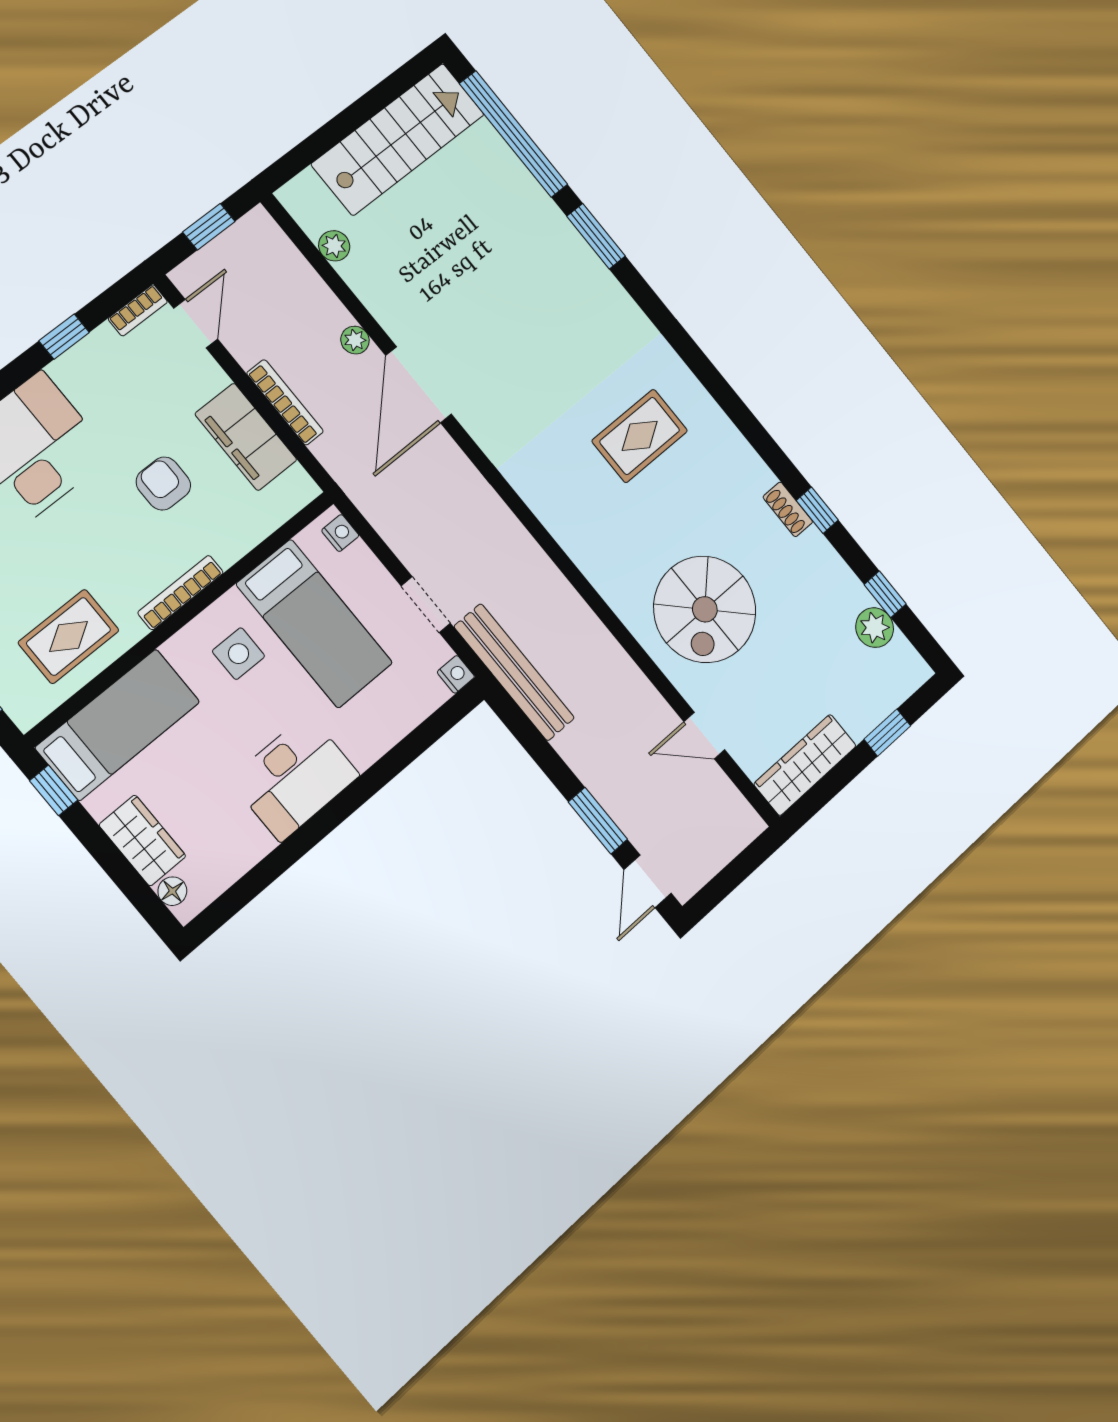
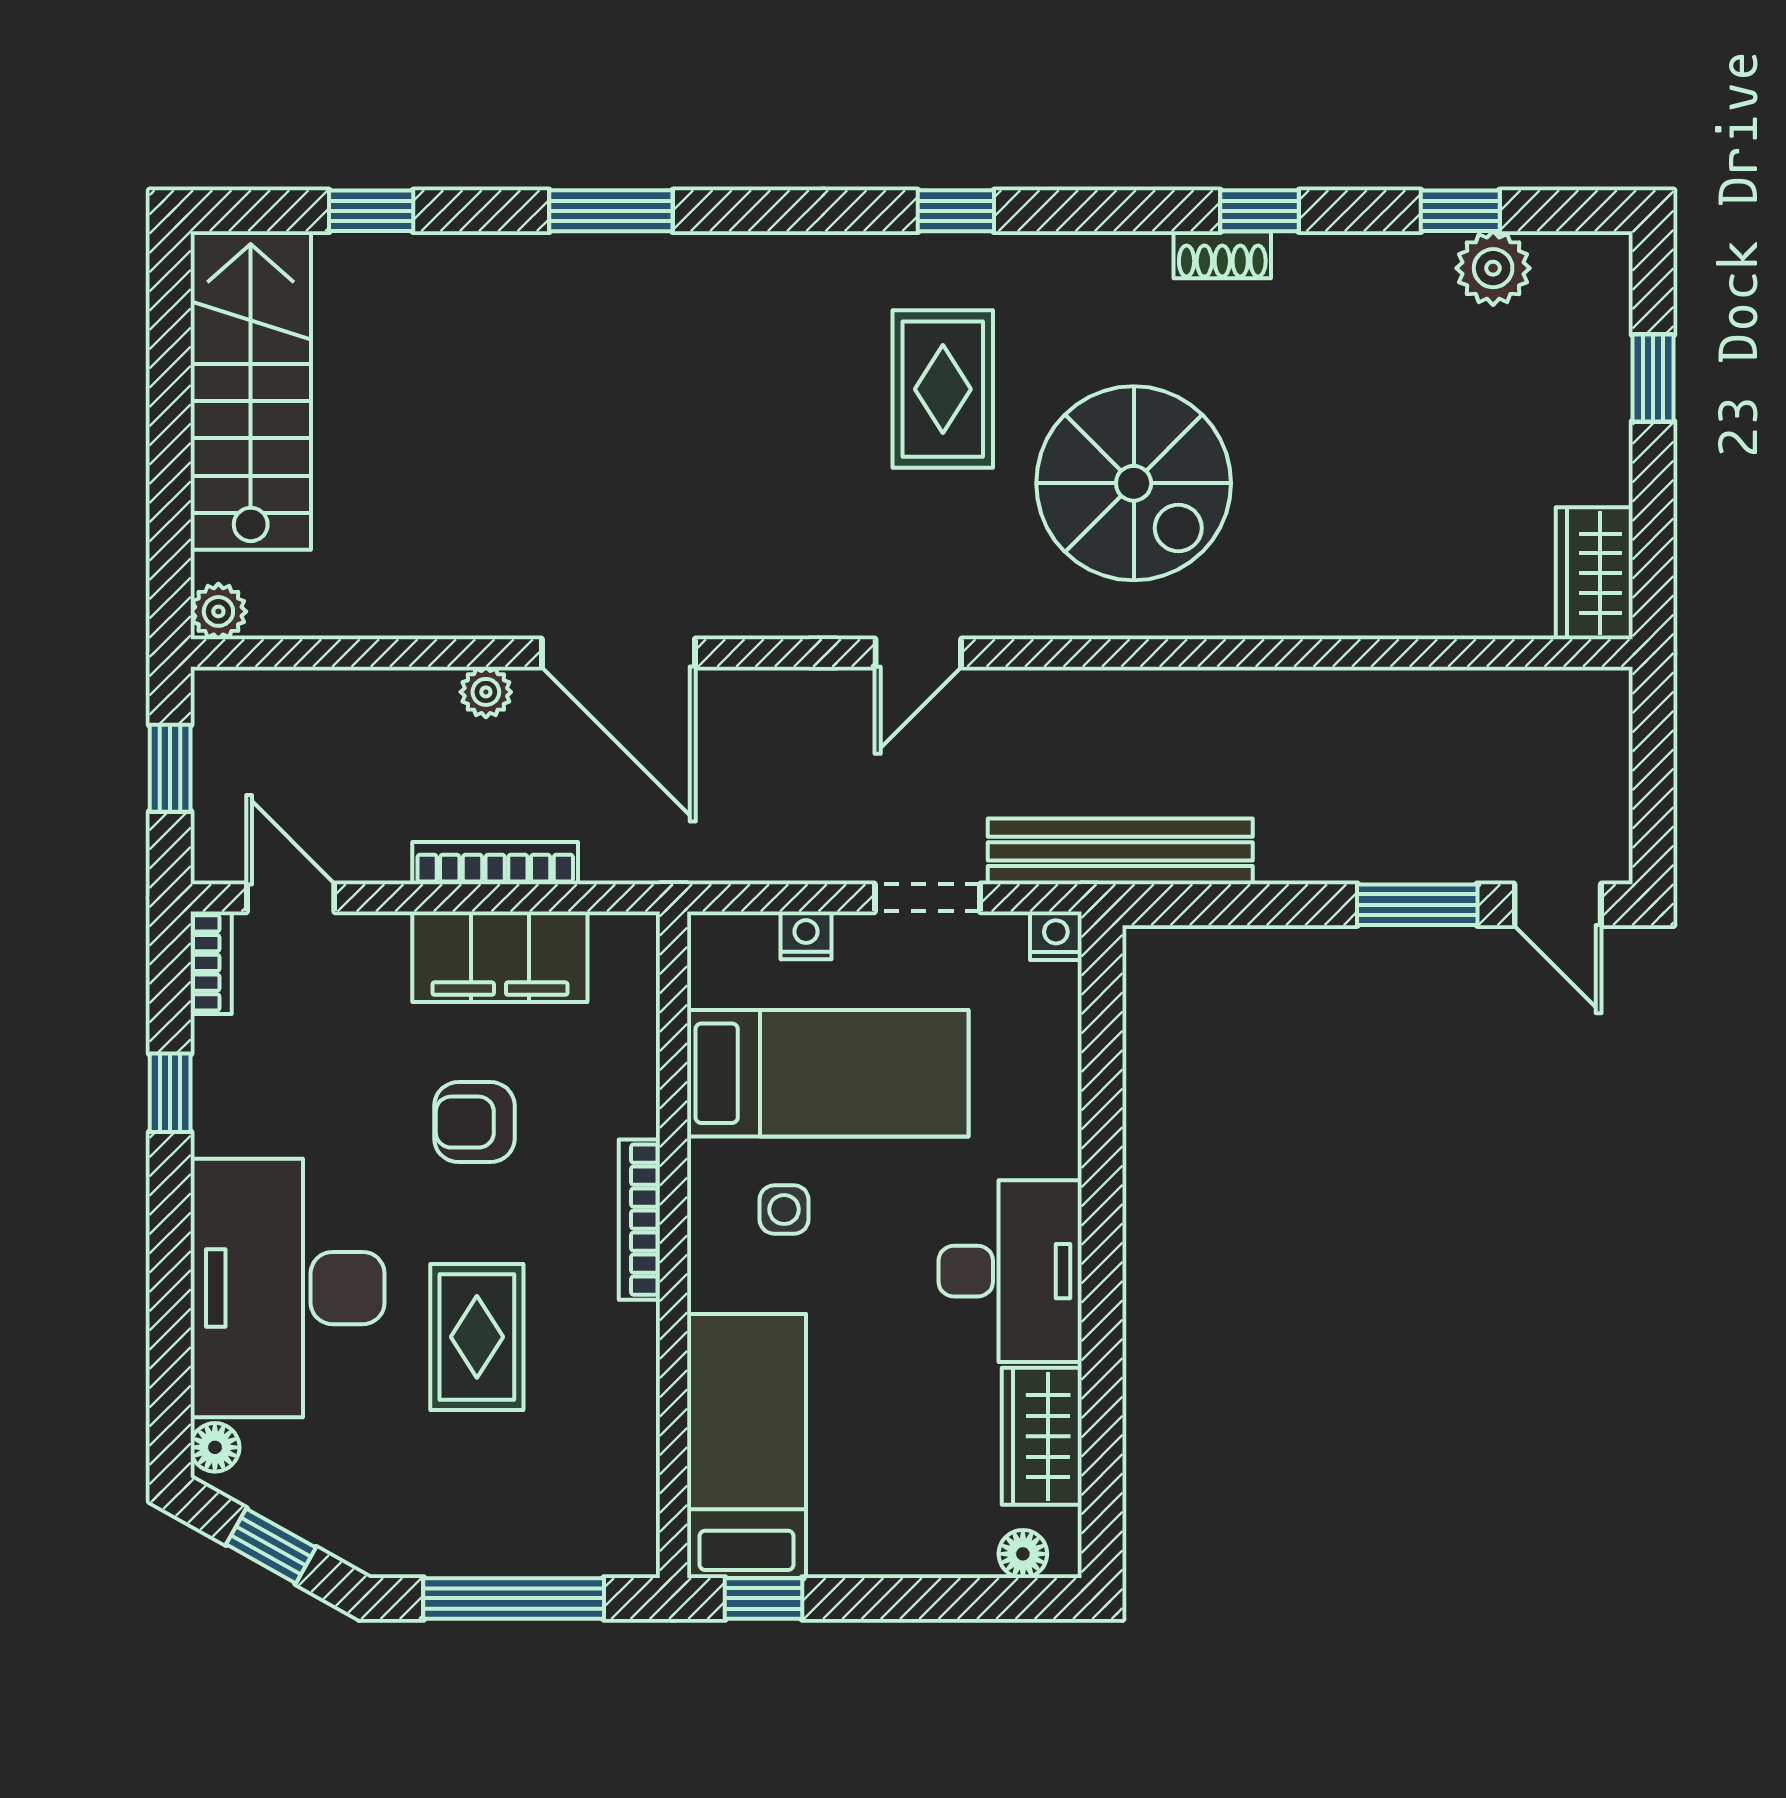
window: (514, 134) -> (371, 211), width x0.32
plant: (334, 246) -> (218, 611), moved
window: (714, 382) -> (956, 211), added
nightstand: (340, 533) -> (806, 935), moved
spiral stairs: (705, 609) -> (1134, 483), moved
rug: (69, 636) -> (477, 1337), moved
side table: (239, 654) -> (784, 1210), width x0.73, depth x0.73
door: (704, 736) -> (918, 653), moved
wardrobe: (805, 765) -> (1594, 573), width x0.67
wardrobe: (142, 840) -> (1042, 1436), moved, turned -90

